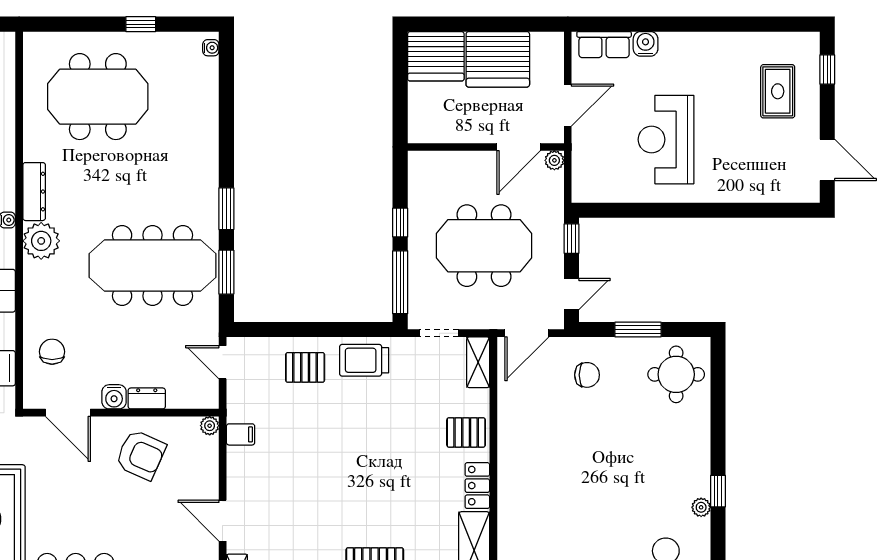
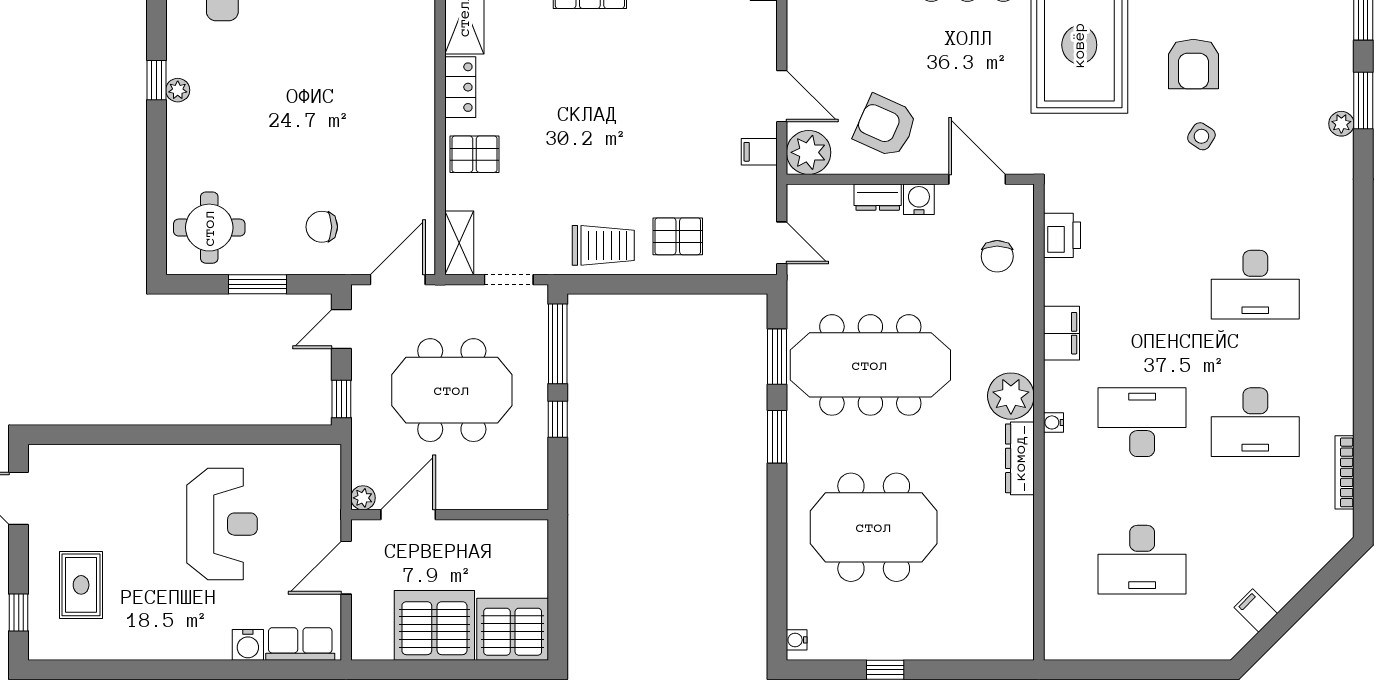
meeting table: (98, 97) -> (874, 527), moved
plant: (210, 426) -> (809, 152), width x1.88, depth x1.88
plant: (701, 507) -> (178, 90), moved
door: (223, 521) -> (782, 96), moved

